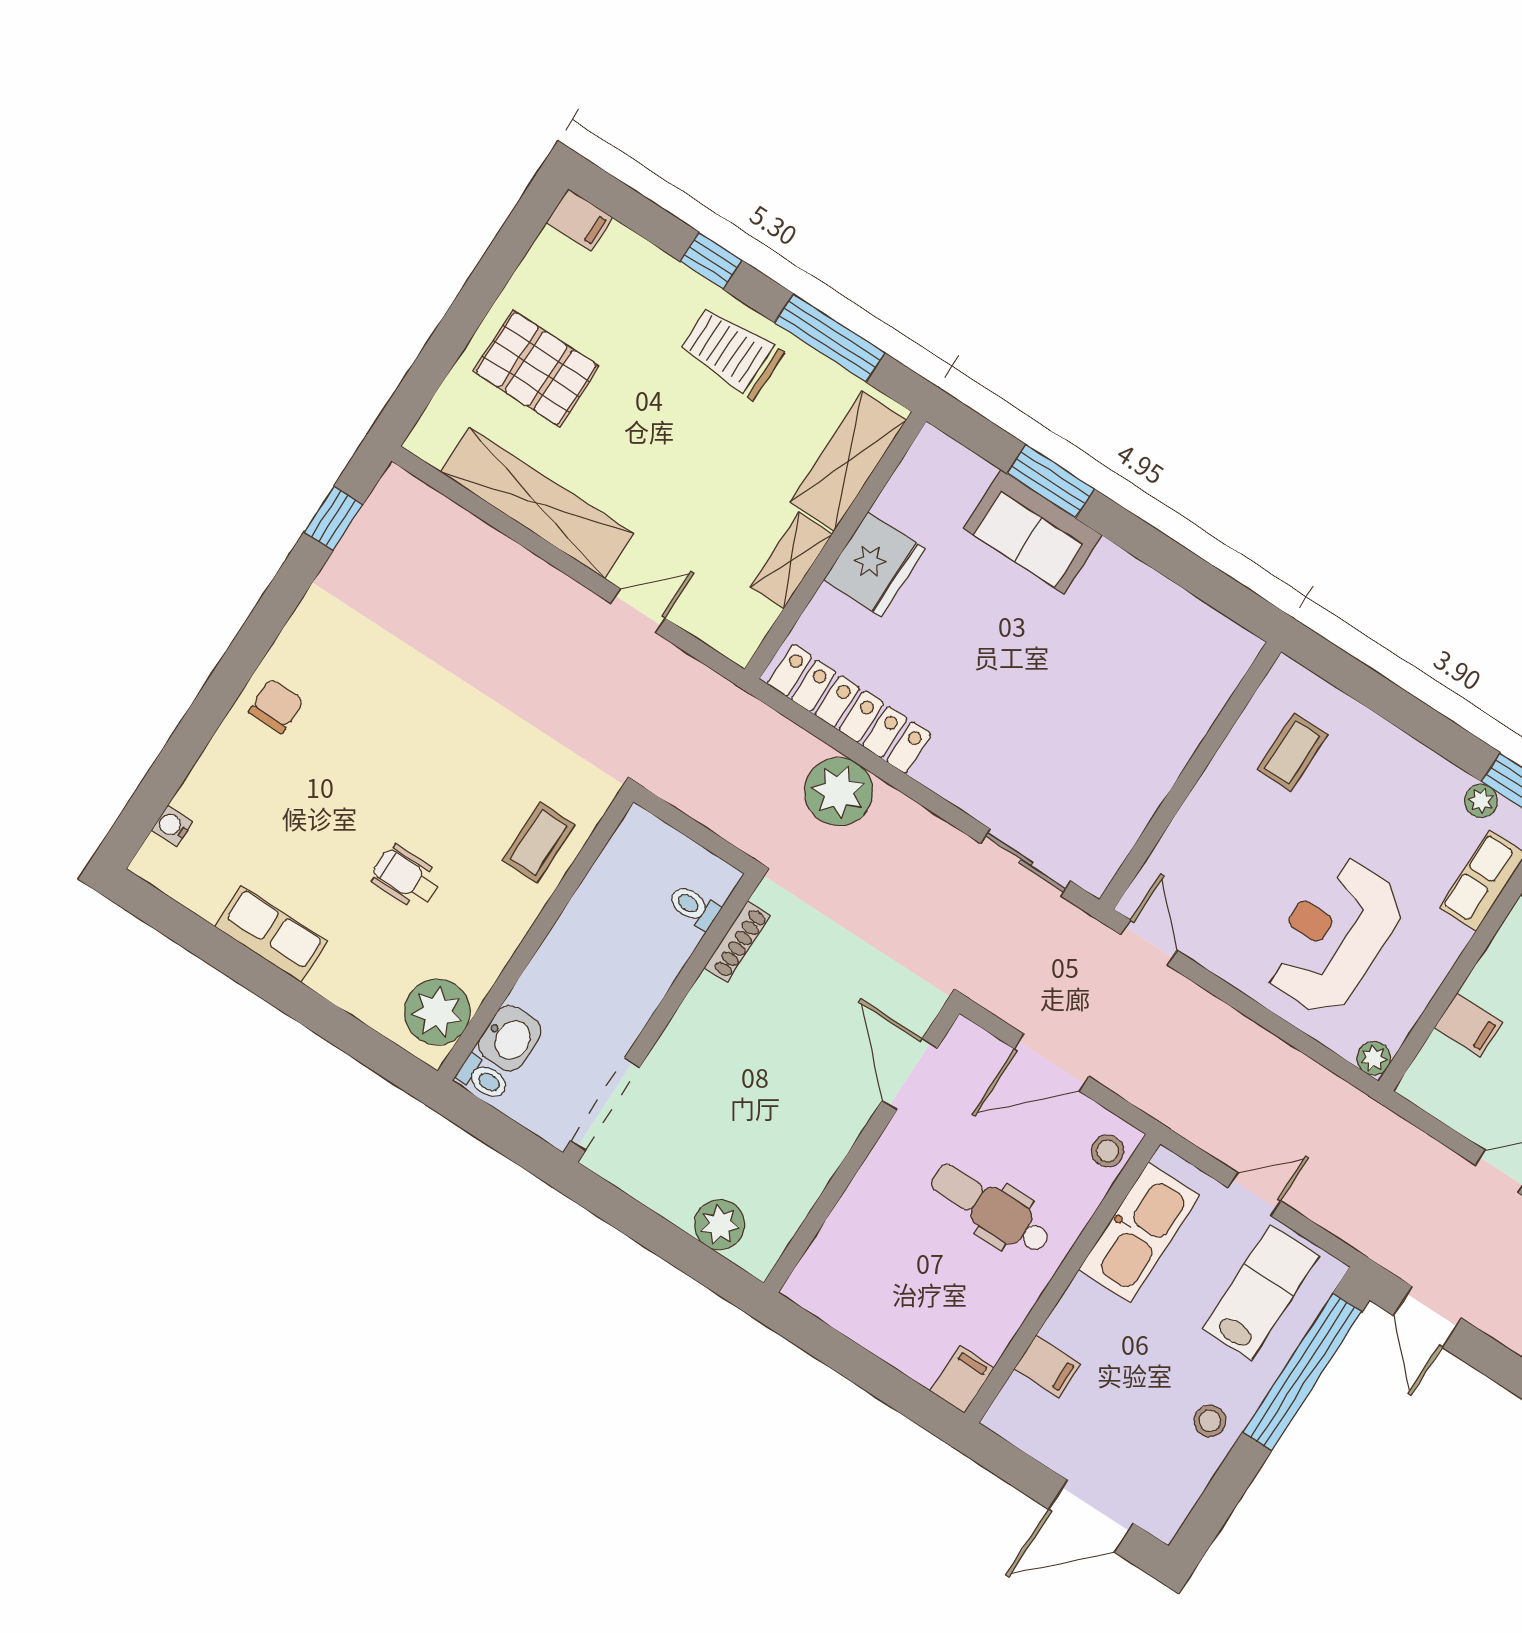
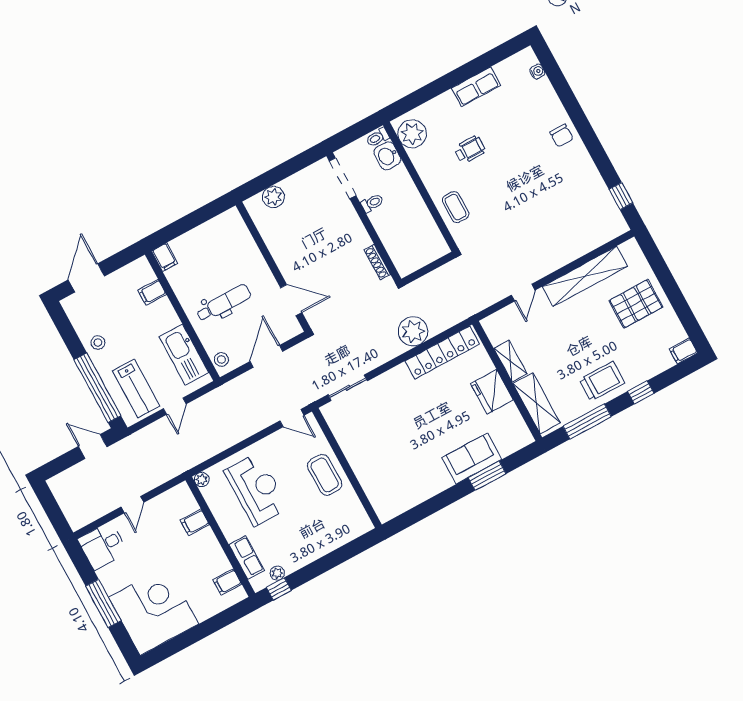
coffee table: (1292, 752) -> (325, 475), moved, width x1.36, depth x1.30
toilet: (694, 907) -> (372, 203), moved

